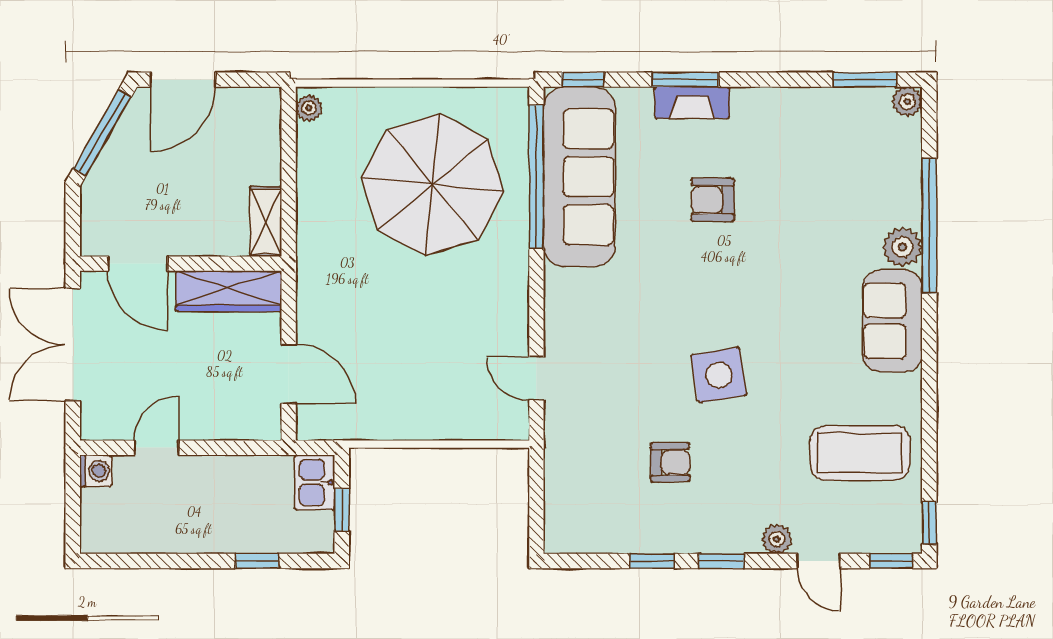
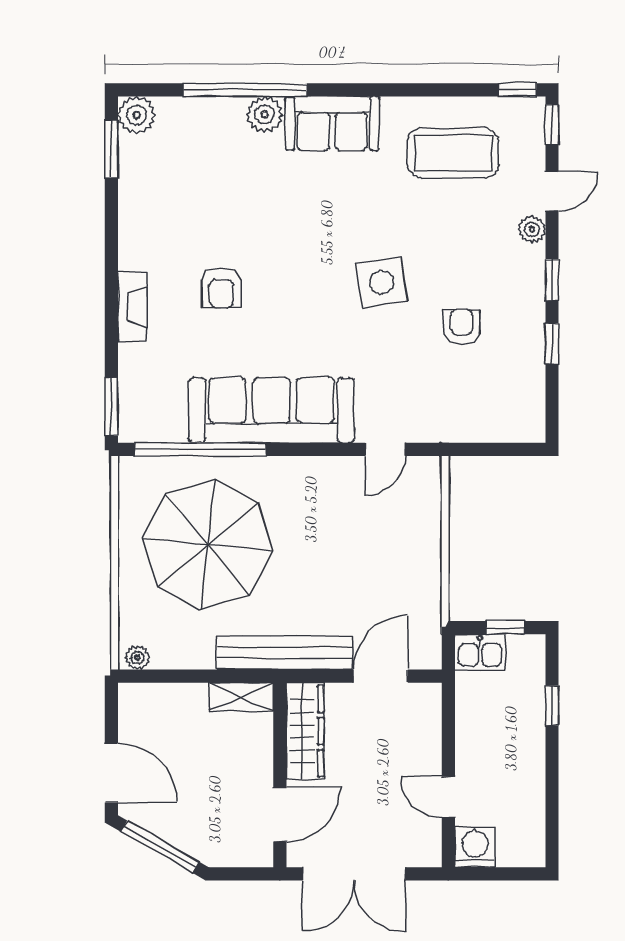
window: (583, 80) -> (111, 407), width x1.50
window: (685, 80) -> (111, 313), removed
plant: (907, 102) -> (137, 115), width x1.38, depth x1.38
sofa: (579, 177) -> (271, 410), moved
bench: (314, 268) -> (284, 653), added
coffee table: (860, 453) -> (453, 153), turned 90
washing machine: (96, 471) -> (475, 847), width x1.38, depth x1.38

